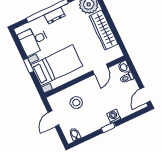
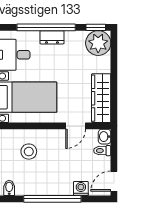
wardrobe: (103, 30) -> (101, 98), moved
washing machine: (114, 116) -> (81, 188), moved
window: (108, 128) -> (52, 199), width x3.17

